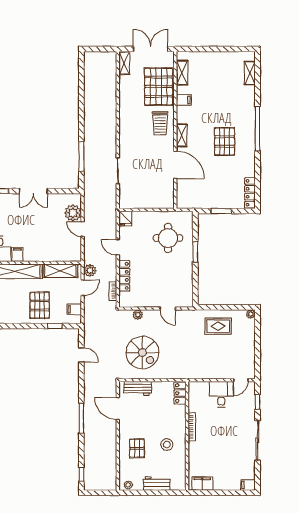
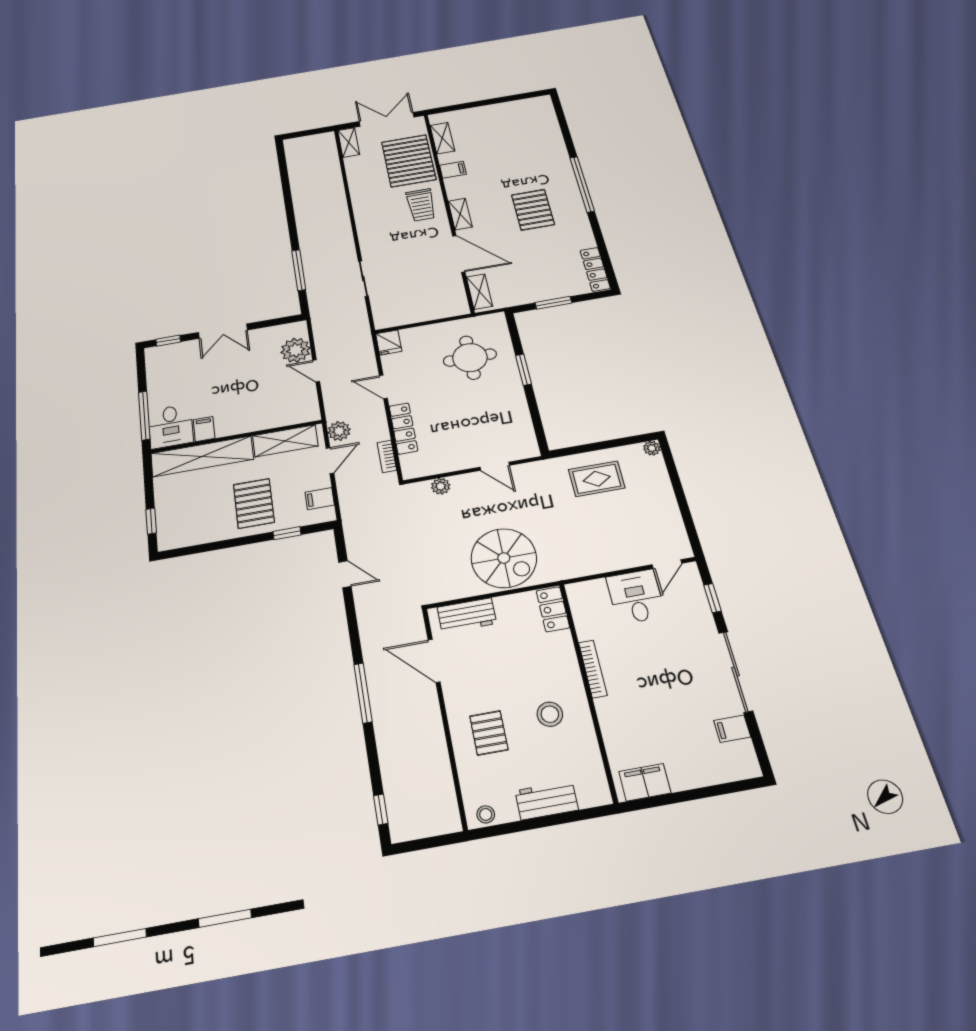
shelving: (250, 73) -> (479, 292), moved
spiral stairs: (142, 353) -> (504, 558), moved
filing cabinet: (248, 485) -> (732, 729), moved

